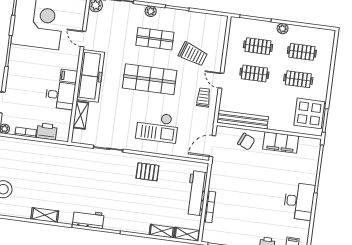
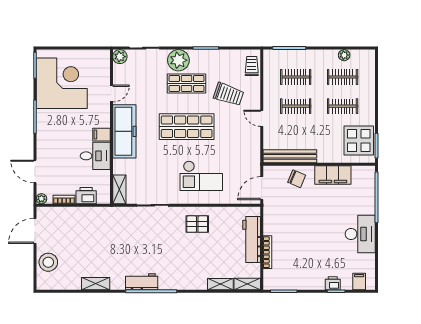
plant: (151, 11) -> (178, 60), width x1.88, depth x1.88
plant: (283, 29) -> (344, 55), moved
door: (83, 39) -> (111, 94), swing flipped
trolley: (204, 97) -> (252, 66), moved
shelving: (81, 115) -> (119, 189), moved

